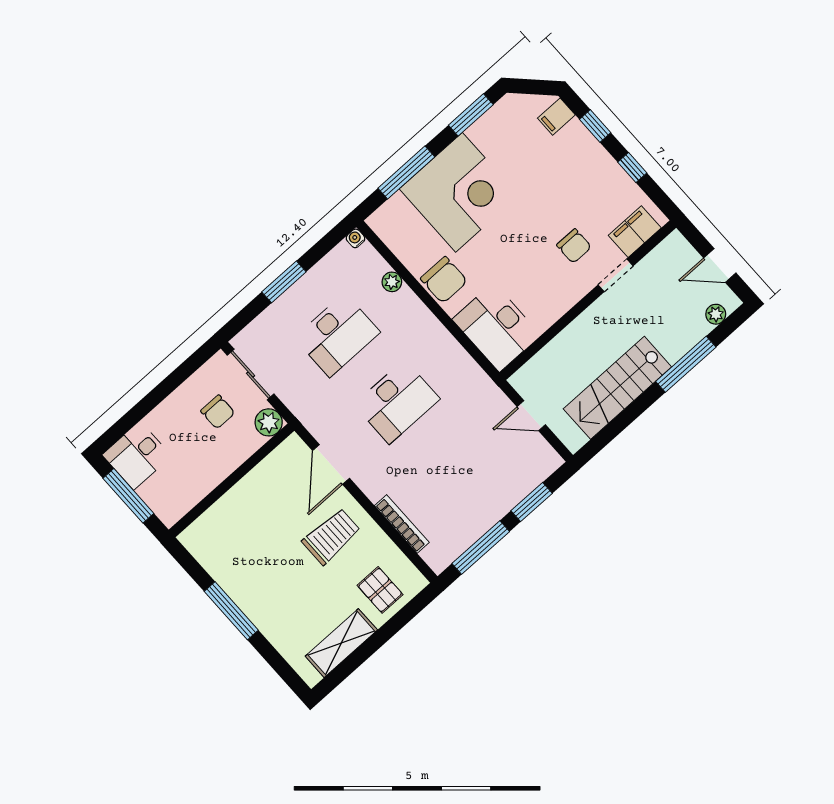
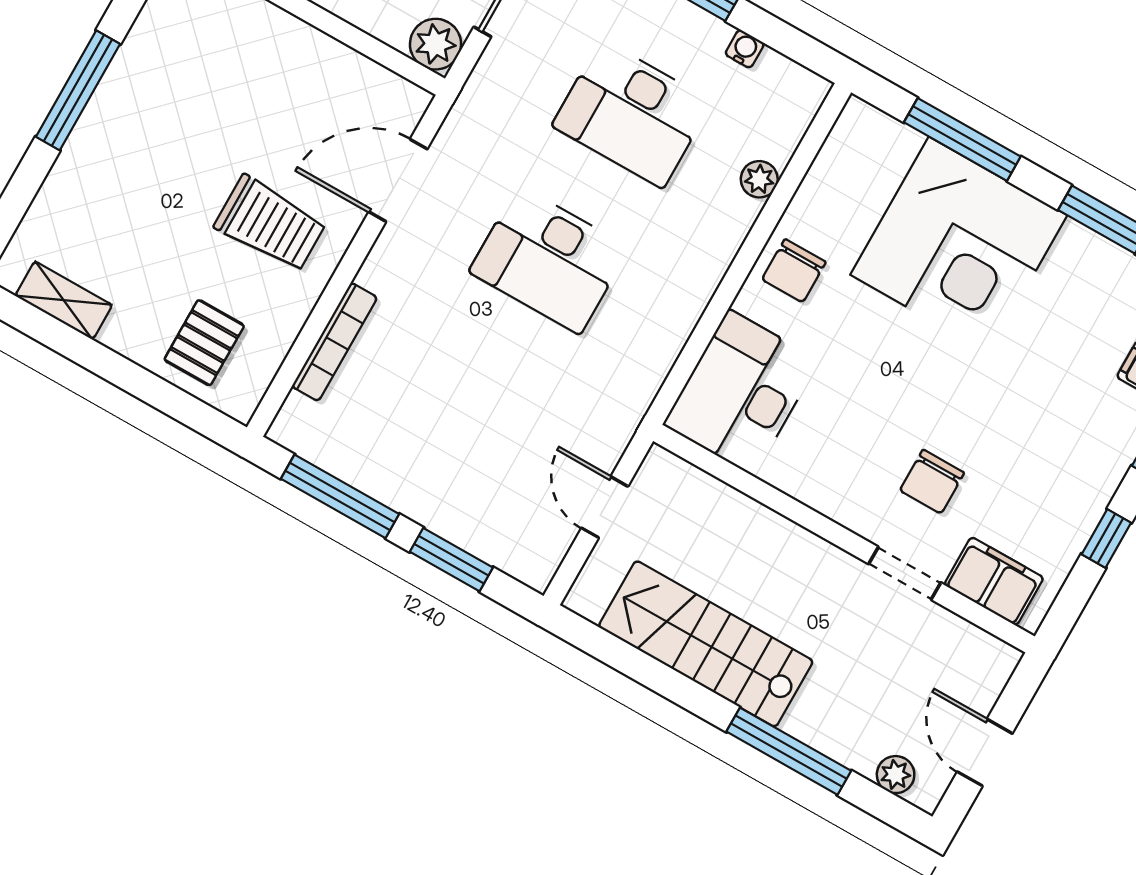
water cooler: (356, 238) -> (745, 49), moved
chair: (444, 280) -> (794, 271), width x0.73, depth x0.73
shelving: (341, 643) -> (64, 300), width x0.67, depth x0.75

